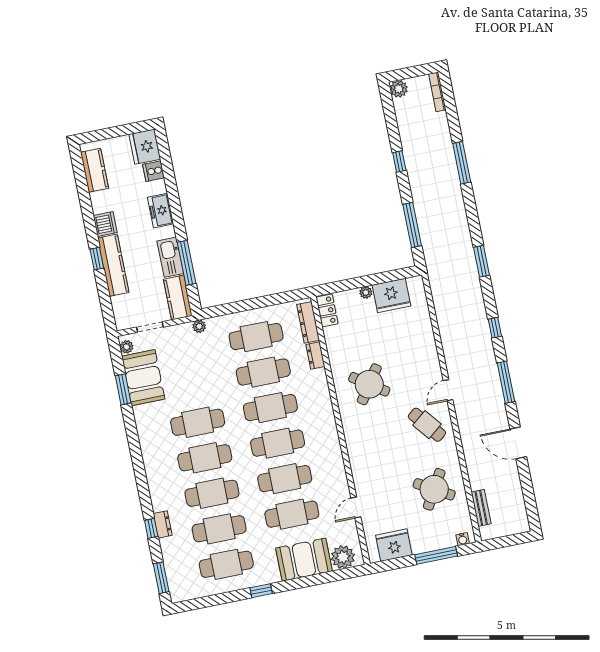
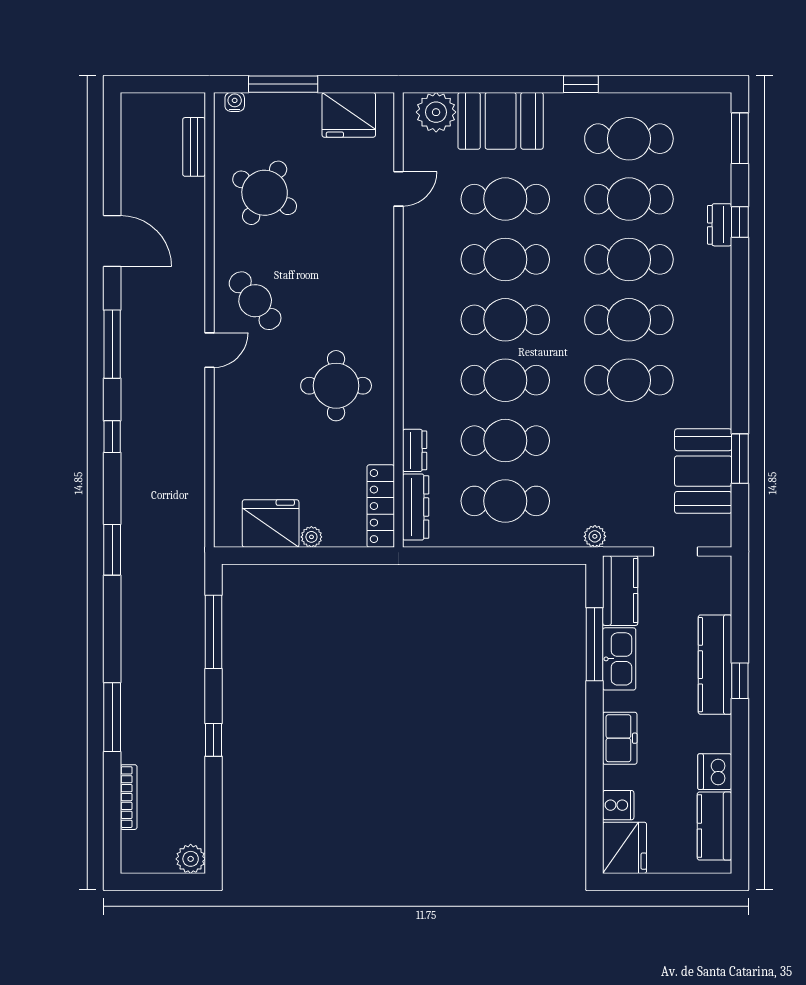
bookcase: (437, 92) -> (129, 797), moved
dishwasher: (105, 224) -> (715, 772), moved
locker: (327, 310) -> (381, 506), width x1.53
plant: (126, 347) -> (720, 527), removed
round table: (369, 384) -> (336, 386), turned -34

